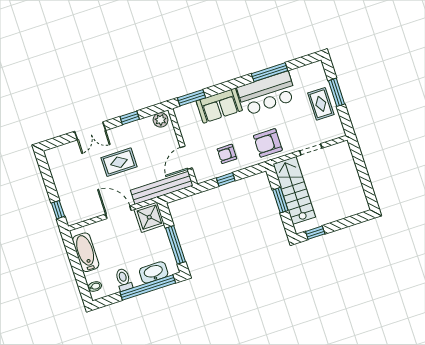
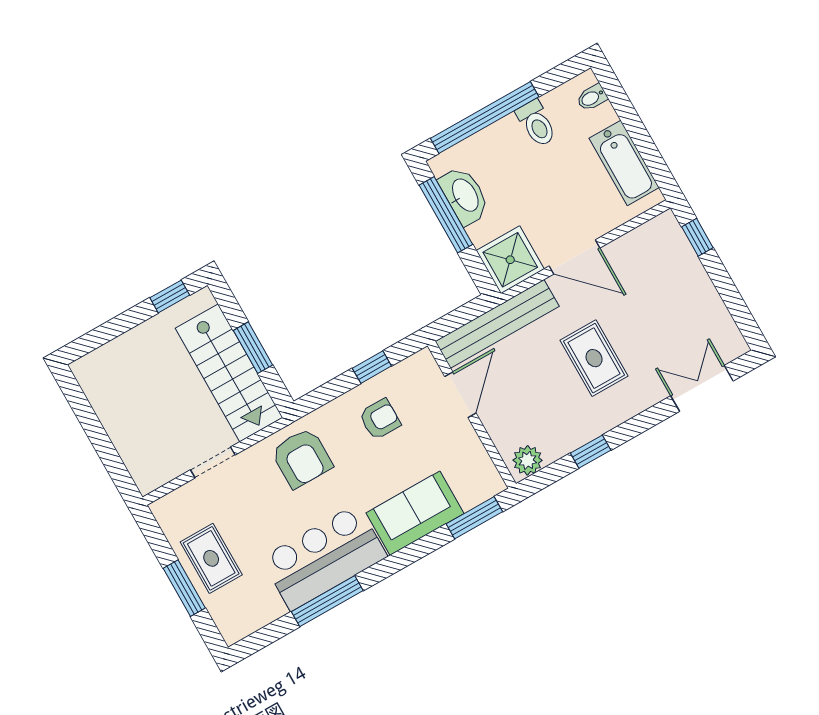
double door: (90, 131) -> (702, 388), moved
armchair: (268, 143) -> (302, 458), turned 90
rug: (119, 162) -> (594, 358), turned 90
washbasin: (154, 272) -> (464, 196), moved, turned -90

